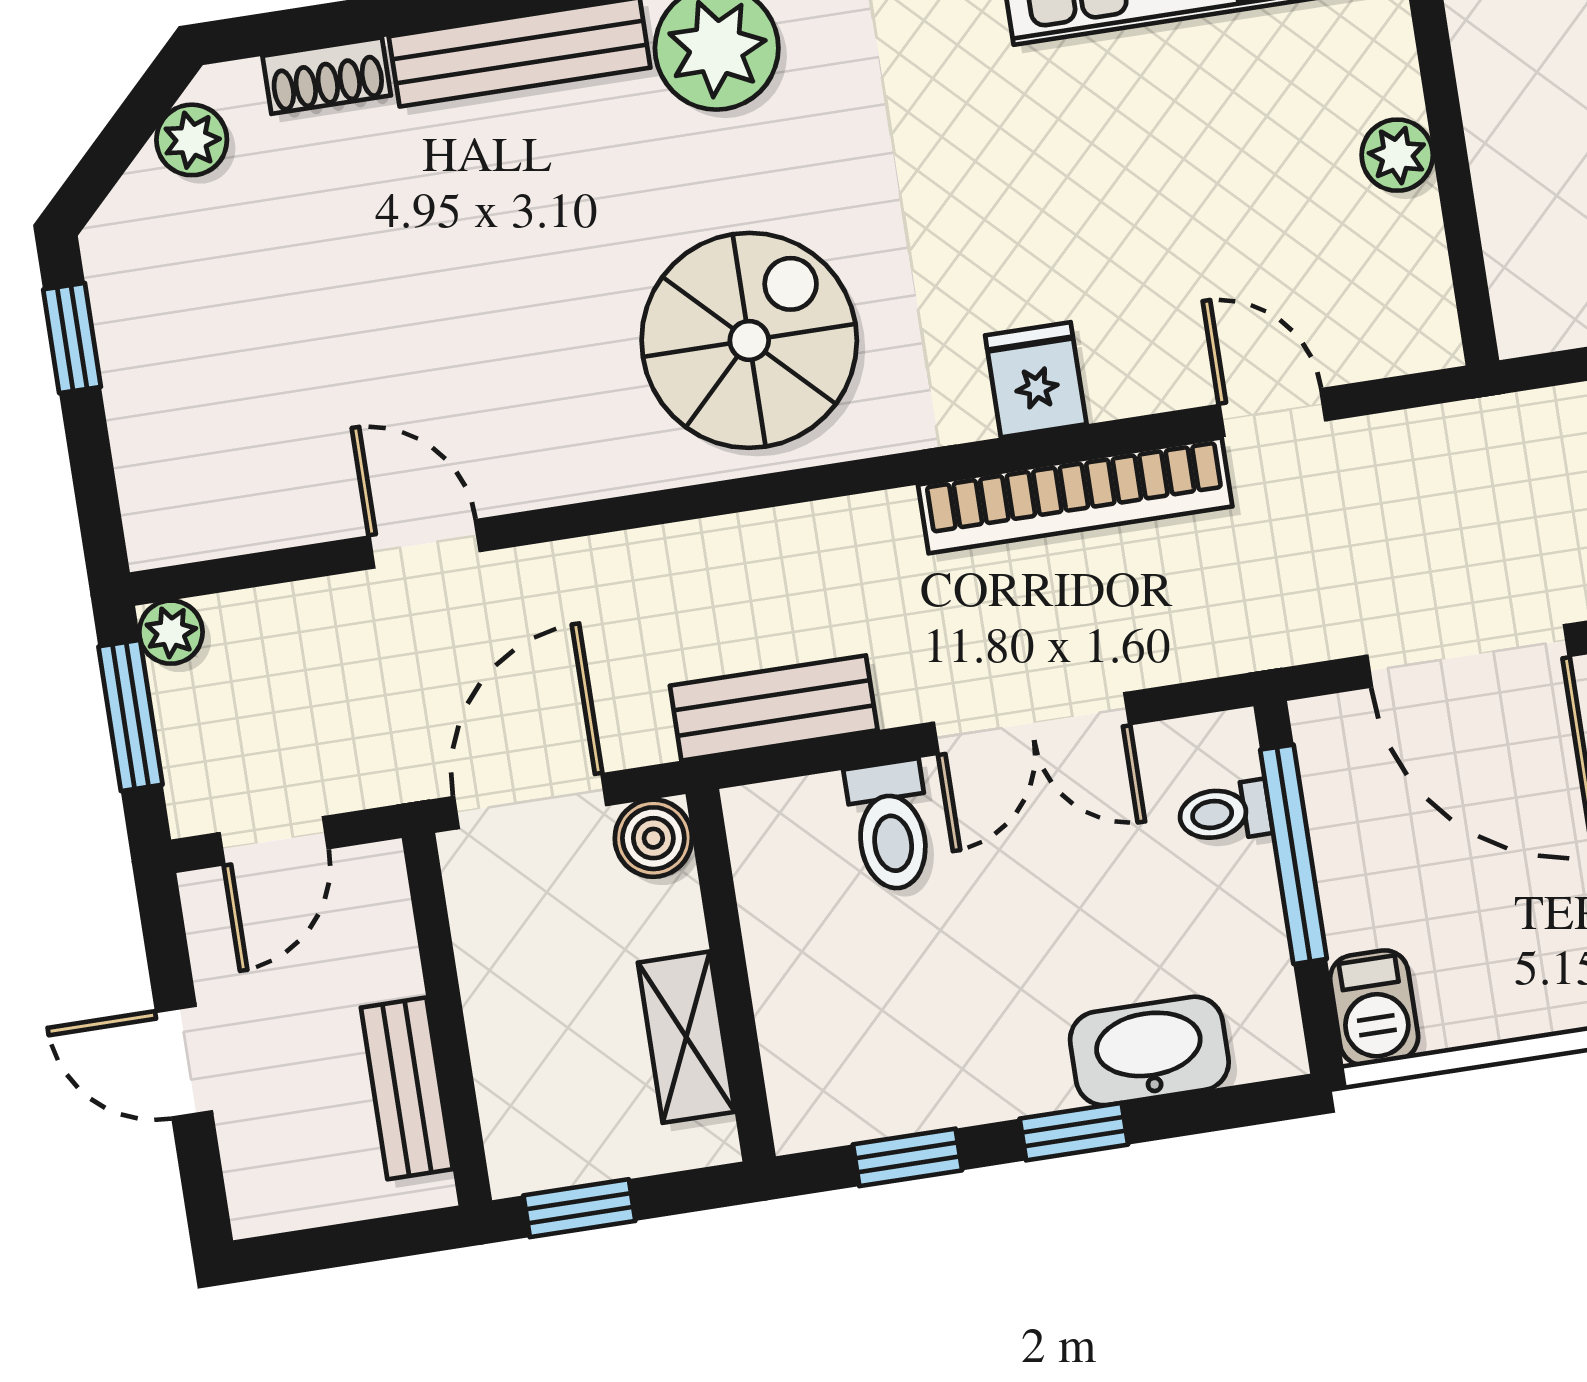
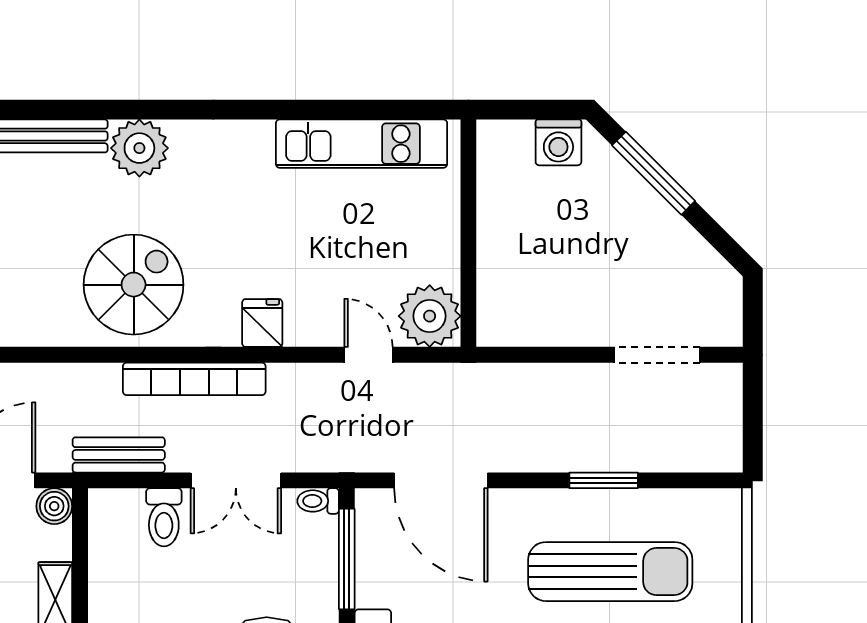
plant: (1397, 155) -> (430, 316), moved, width x1.88, depth x1.88
bookcase: (1075, 495) -> (194, 379), moved
toilet: (1225, 813) -> (318, 501), moved

